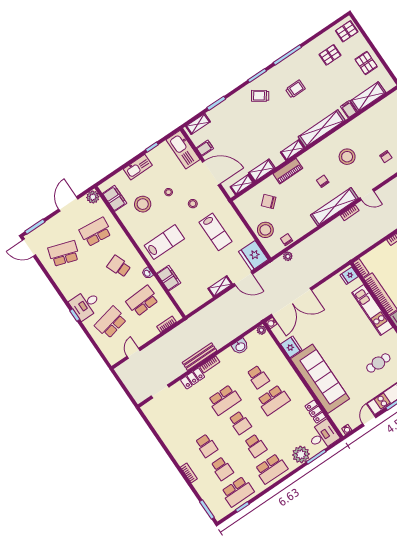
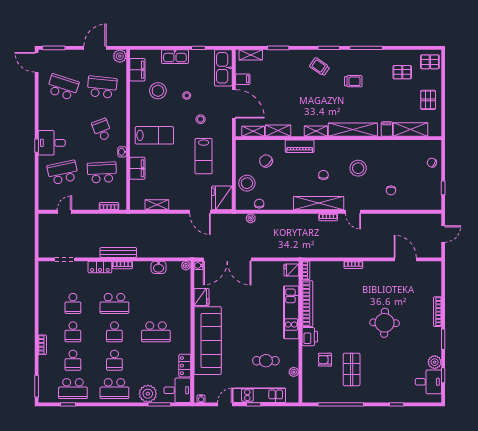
shelving: (220, 286) -> (157, 205), moved
school desk: (258, 377) -> (73, 303), moved

